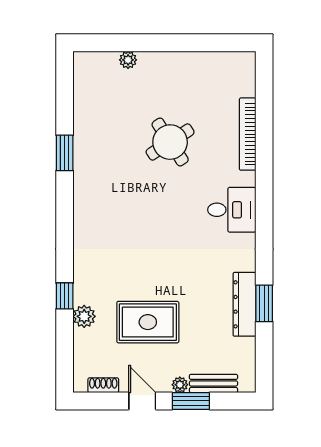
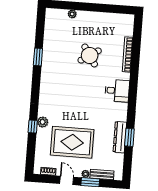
plant: (84, 316) -> (43, 122), moved
rug: (148, 322) -> (72, 142), width x1.37, depth x1.44

